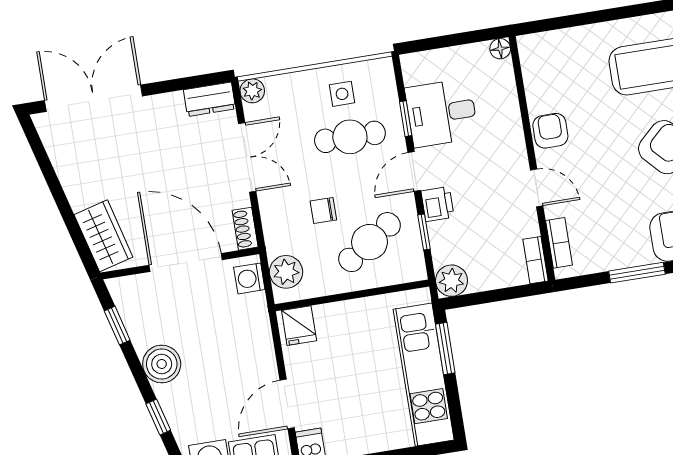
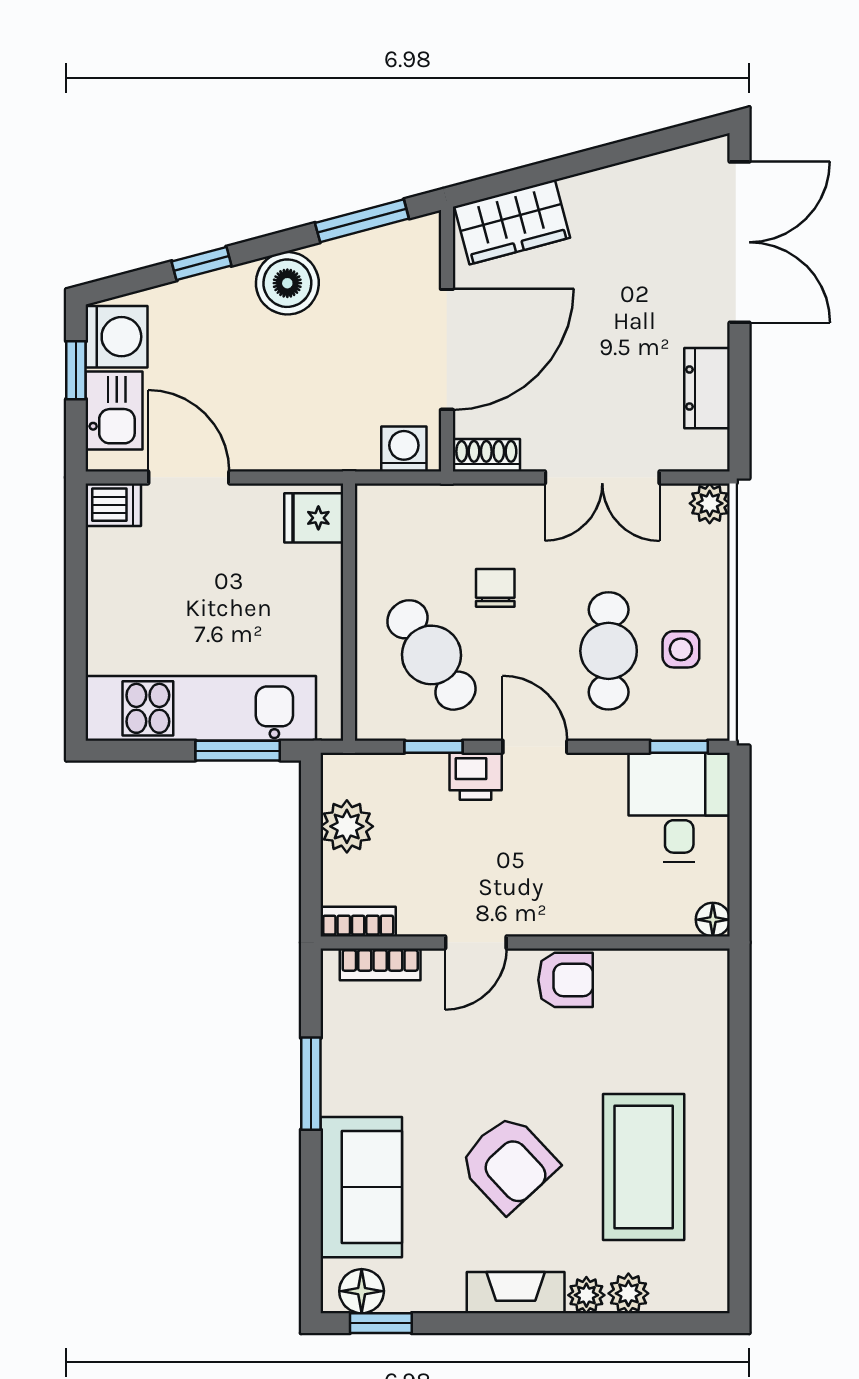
dresser: (209, 99) -> (707, 388), moved
desk: (442, 113) -> (679, 807), moved
window: (406, 119) -> (679, 747), moved
plant: (286, 272) -> (405, 511), removed
plant: (451, 281) -> (347, 826), moved
window: (117, 326) -> (362, 221), width x1.50

